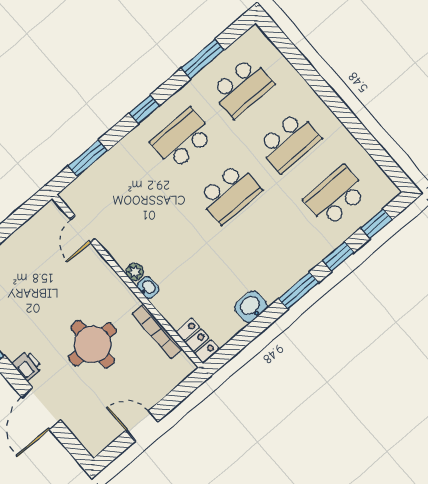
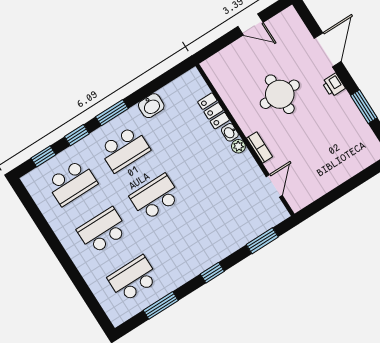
school desk: (182, 139) -> (125, 149), moved
bookcase: (157, 331) -> (260, 147), moved, width x0.64
locker: (197, 340) -> (214, 111), moved

